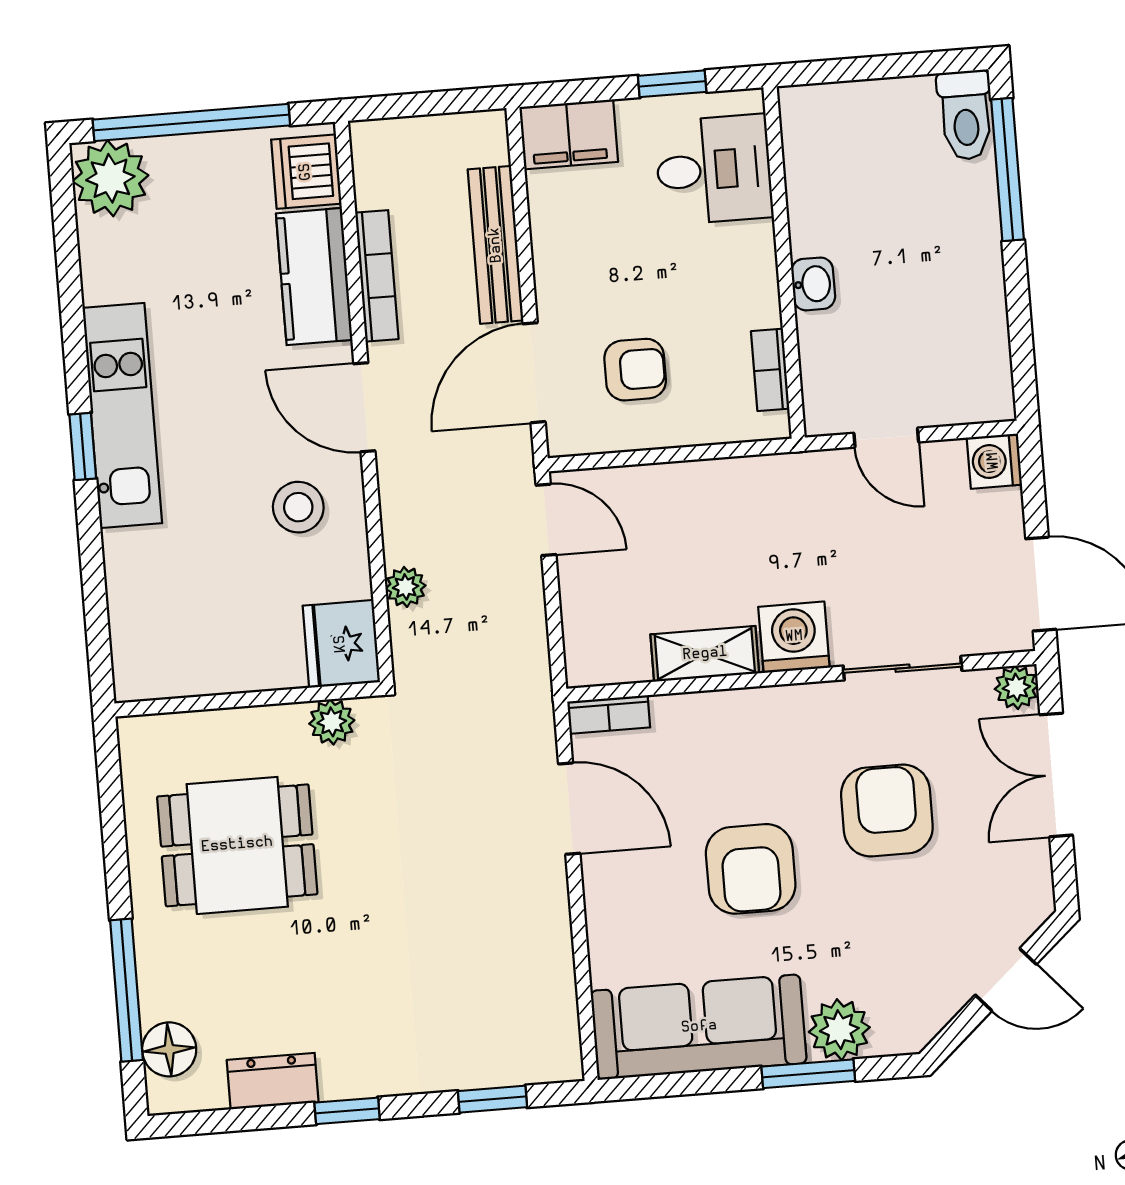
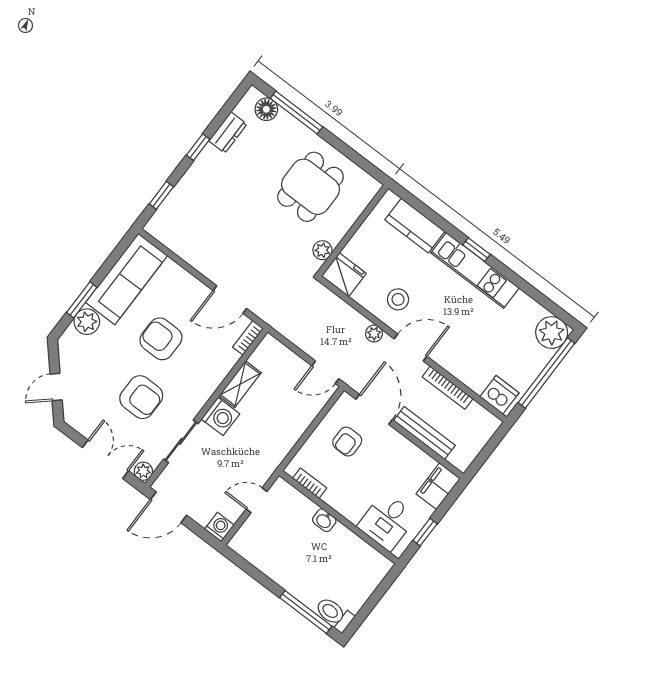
kitchen counter: (314, 277) -> (415, 226), moved, turned 180
plant: (406, 587) -> (374, 334), moved

